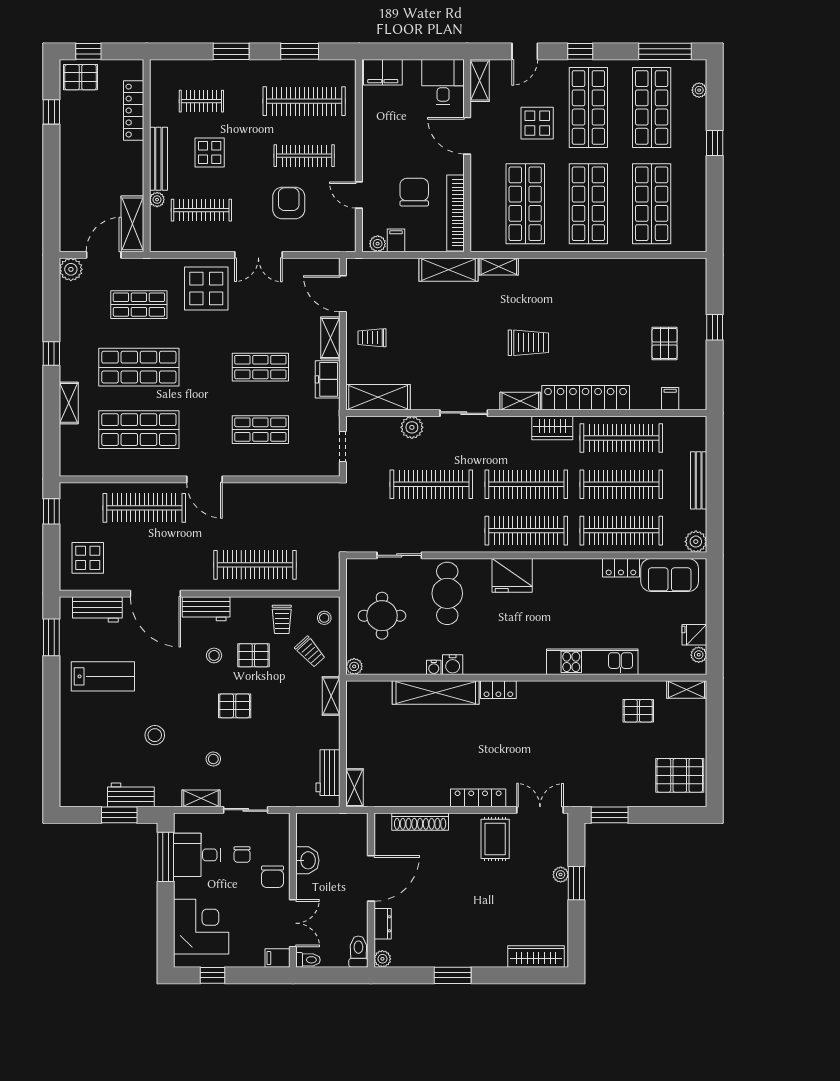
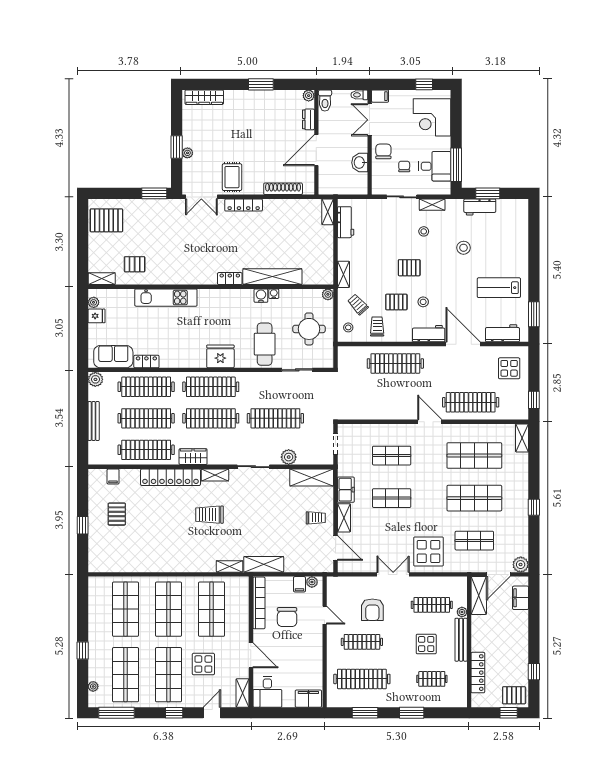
filing cabinet: (71, 220) -> (521, 598), added
shelving: (69, 403) -> (522, 438), moved

